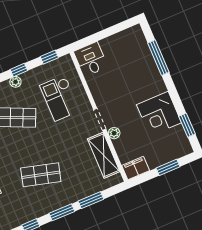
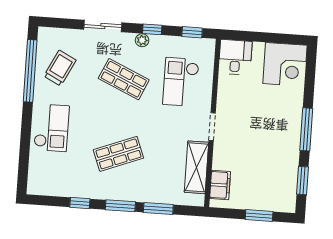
window: (158, 58) -> (306, 129), moved
corner desk: (159, 114) -> (285, 64), moved, turned -90
plant: (114, 133) -> (220, 149), removed
filing cabinet: (136, 168) -> (220, 185), moved, turned 90
shop shelf: (41, 175) -> (118, 154), turned -36

